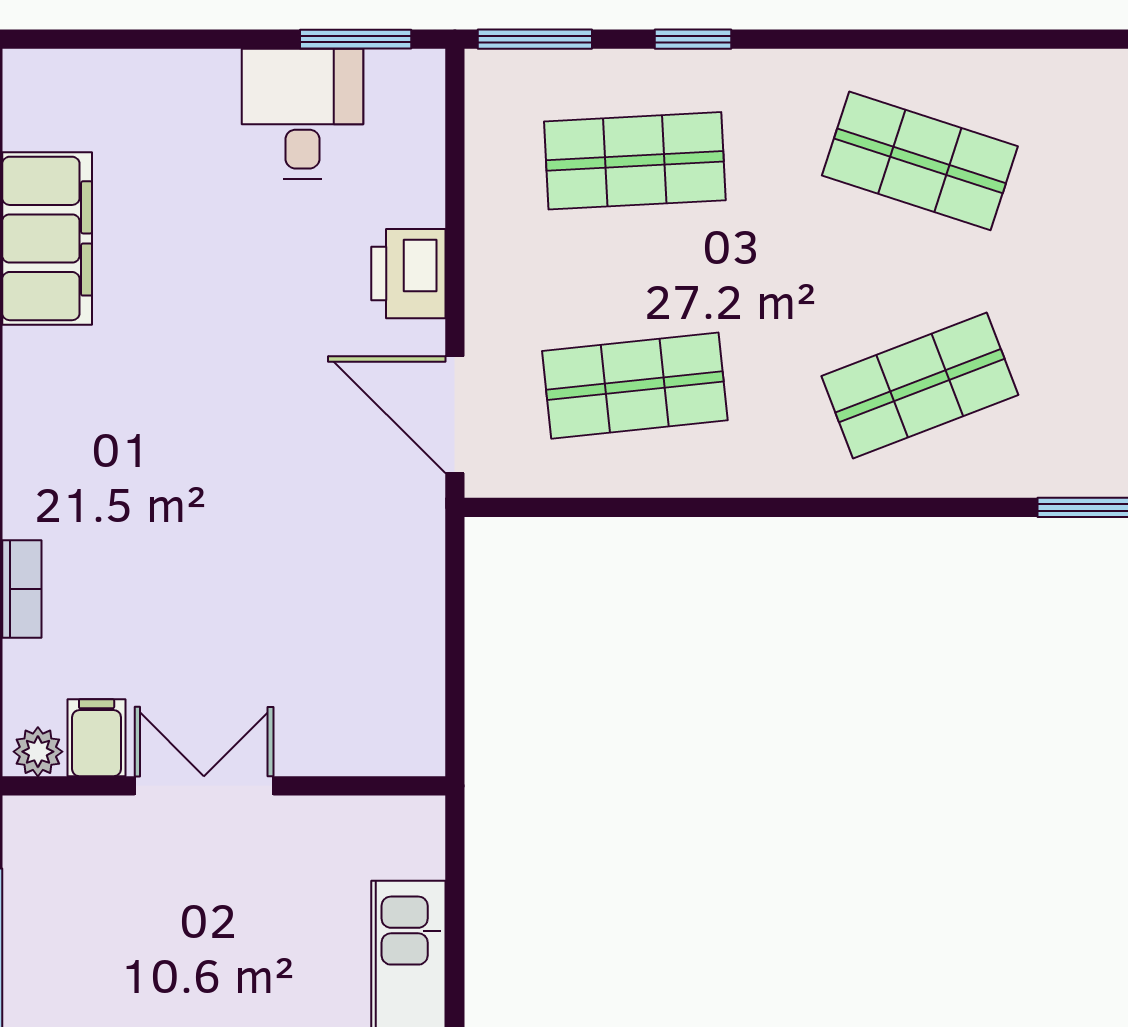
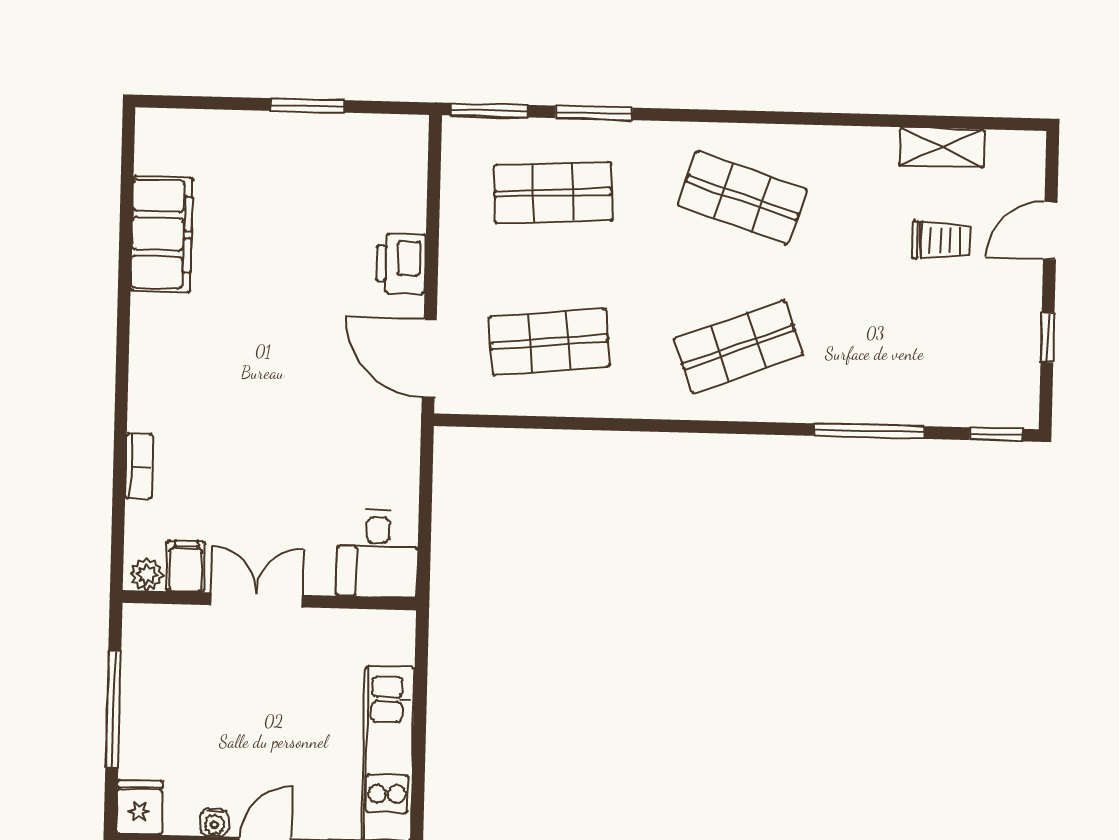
window: (356, 39) -> (307, 105), moved
window: (693, 39) -> (594, 113), width x1.50
desk: (302, 114) -> (378, 553), moved, turned 180

